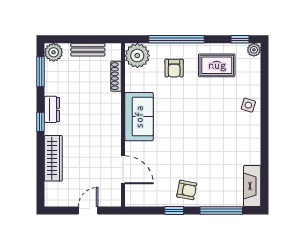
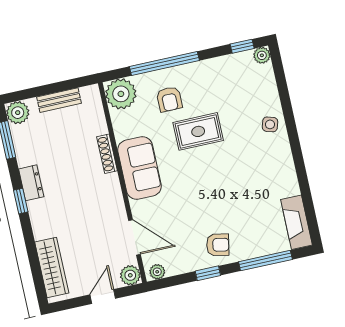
rug: (217, 65) -> (198, 131), moved
shoe rack: (116, 76) -> (107, 154), moved
wardrobe: (53, 158) -> (52, 267), moved
plant: (113, 199) -> (130, 275), added
plant: (135, 201) -> (157, 272), added

